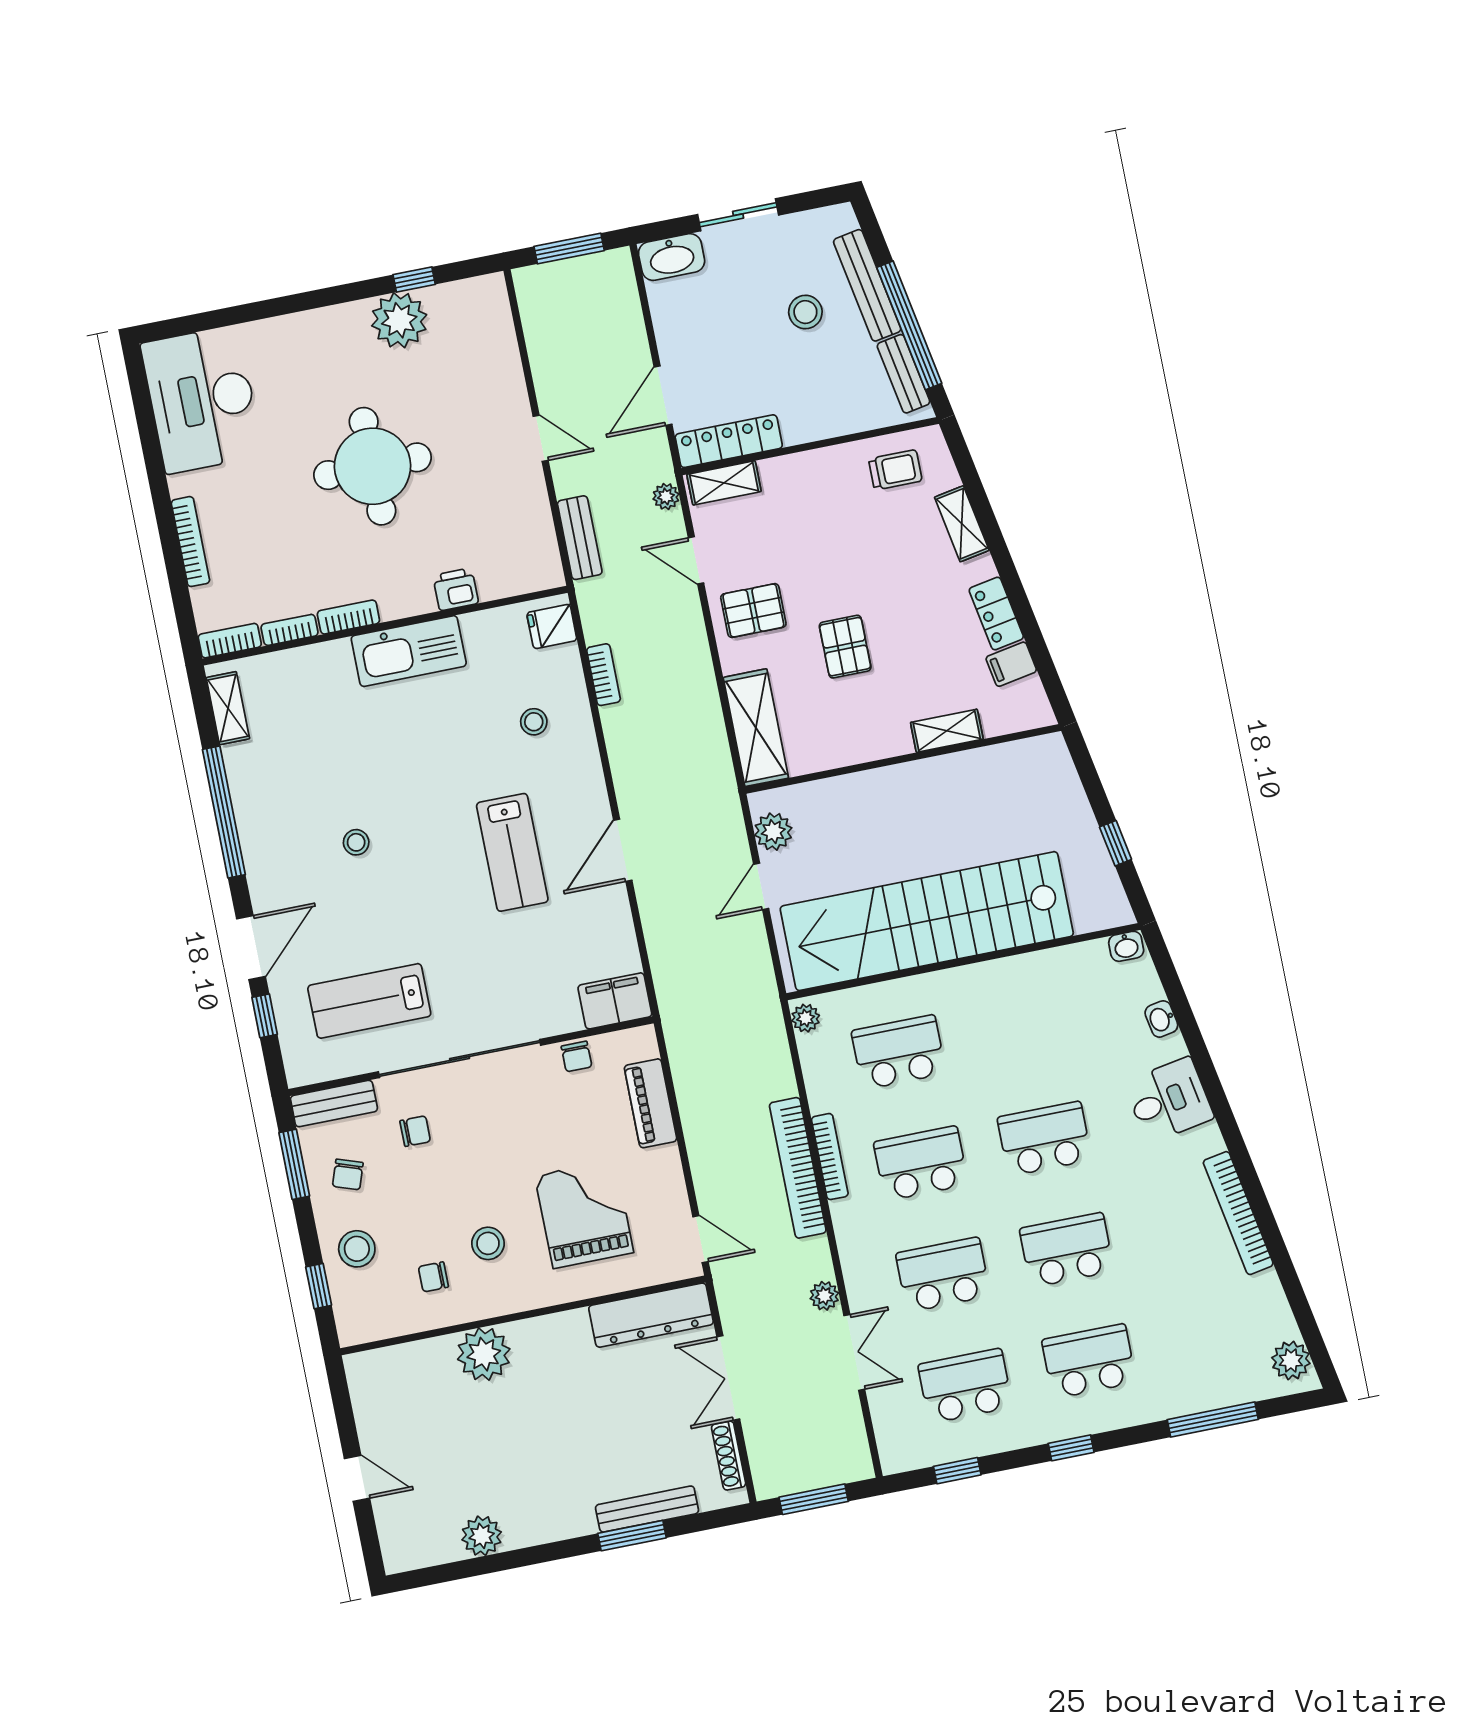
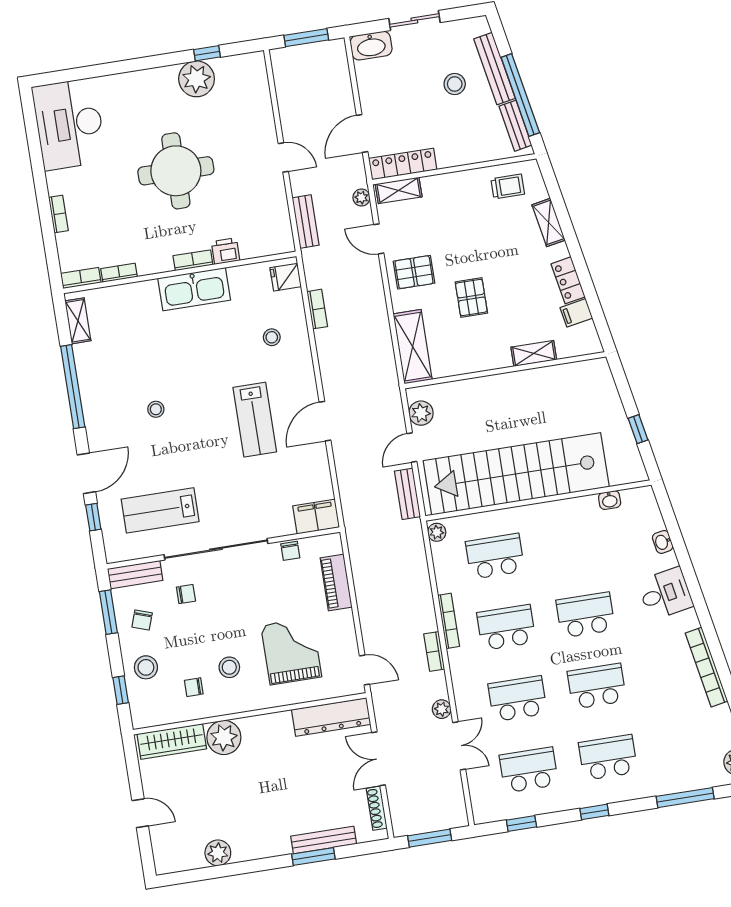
bookcase: (190, 542) -> (58, 214), width x0.64
bookcase: (348, 617) -> (193, 260), moved
washbasin: (1126, 946) -> (610, 500), moved
bench: (757, 960) -> (407, 494), added
bookcase: (798, 1168) -> (434, 651), width x0.43, depth x0.76
wardrobe: (402, 1364) -> (172, 741), added

